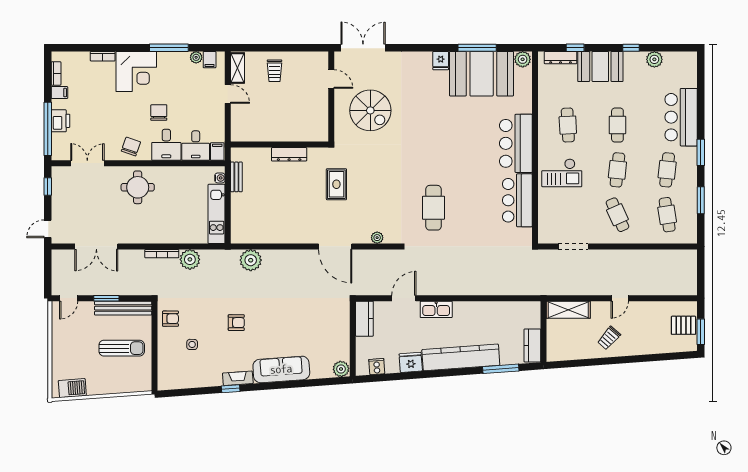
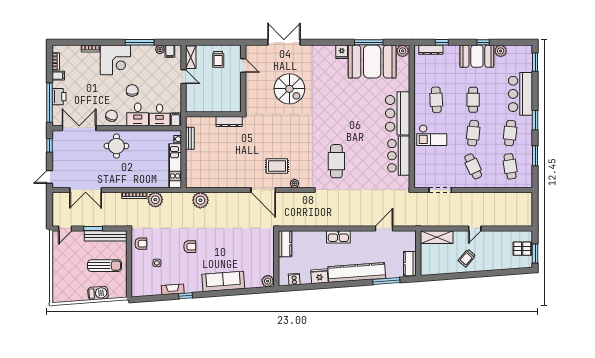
booth: (600, 66) -> (477, 56), moved
window: (701, 74) -> (535, 62), added
door: (331, 79) -> (243, 66), moved
wall: (331, 96) -> (243, 79), moved
double door: (87, 163) -> (79, 128), width x1.37
rug: (336, 184) -> (277, 166), moved, turned 90
door: (404, 298) -> (384, 228), moved
fireplace: (238, 378) -> (173, 289), moved
barbecue: (72, 388) -> (98, 293), moved

